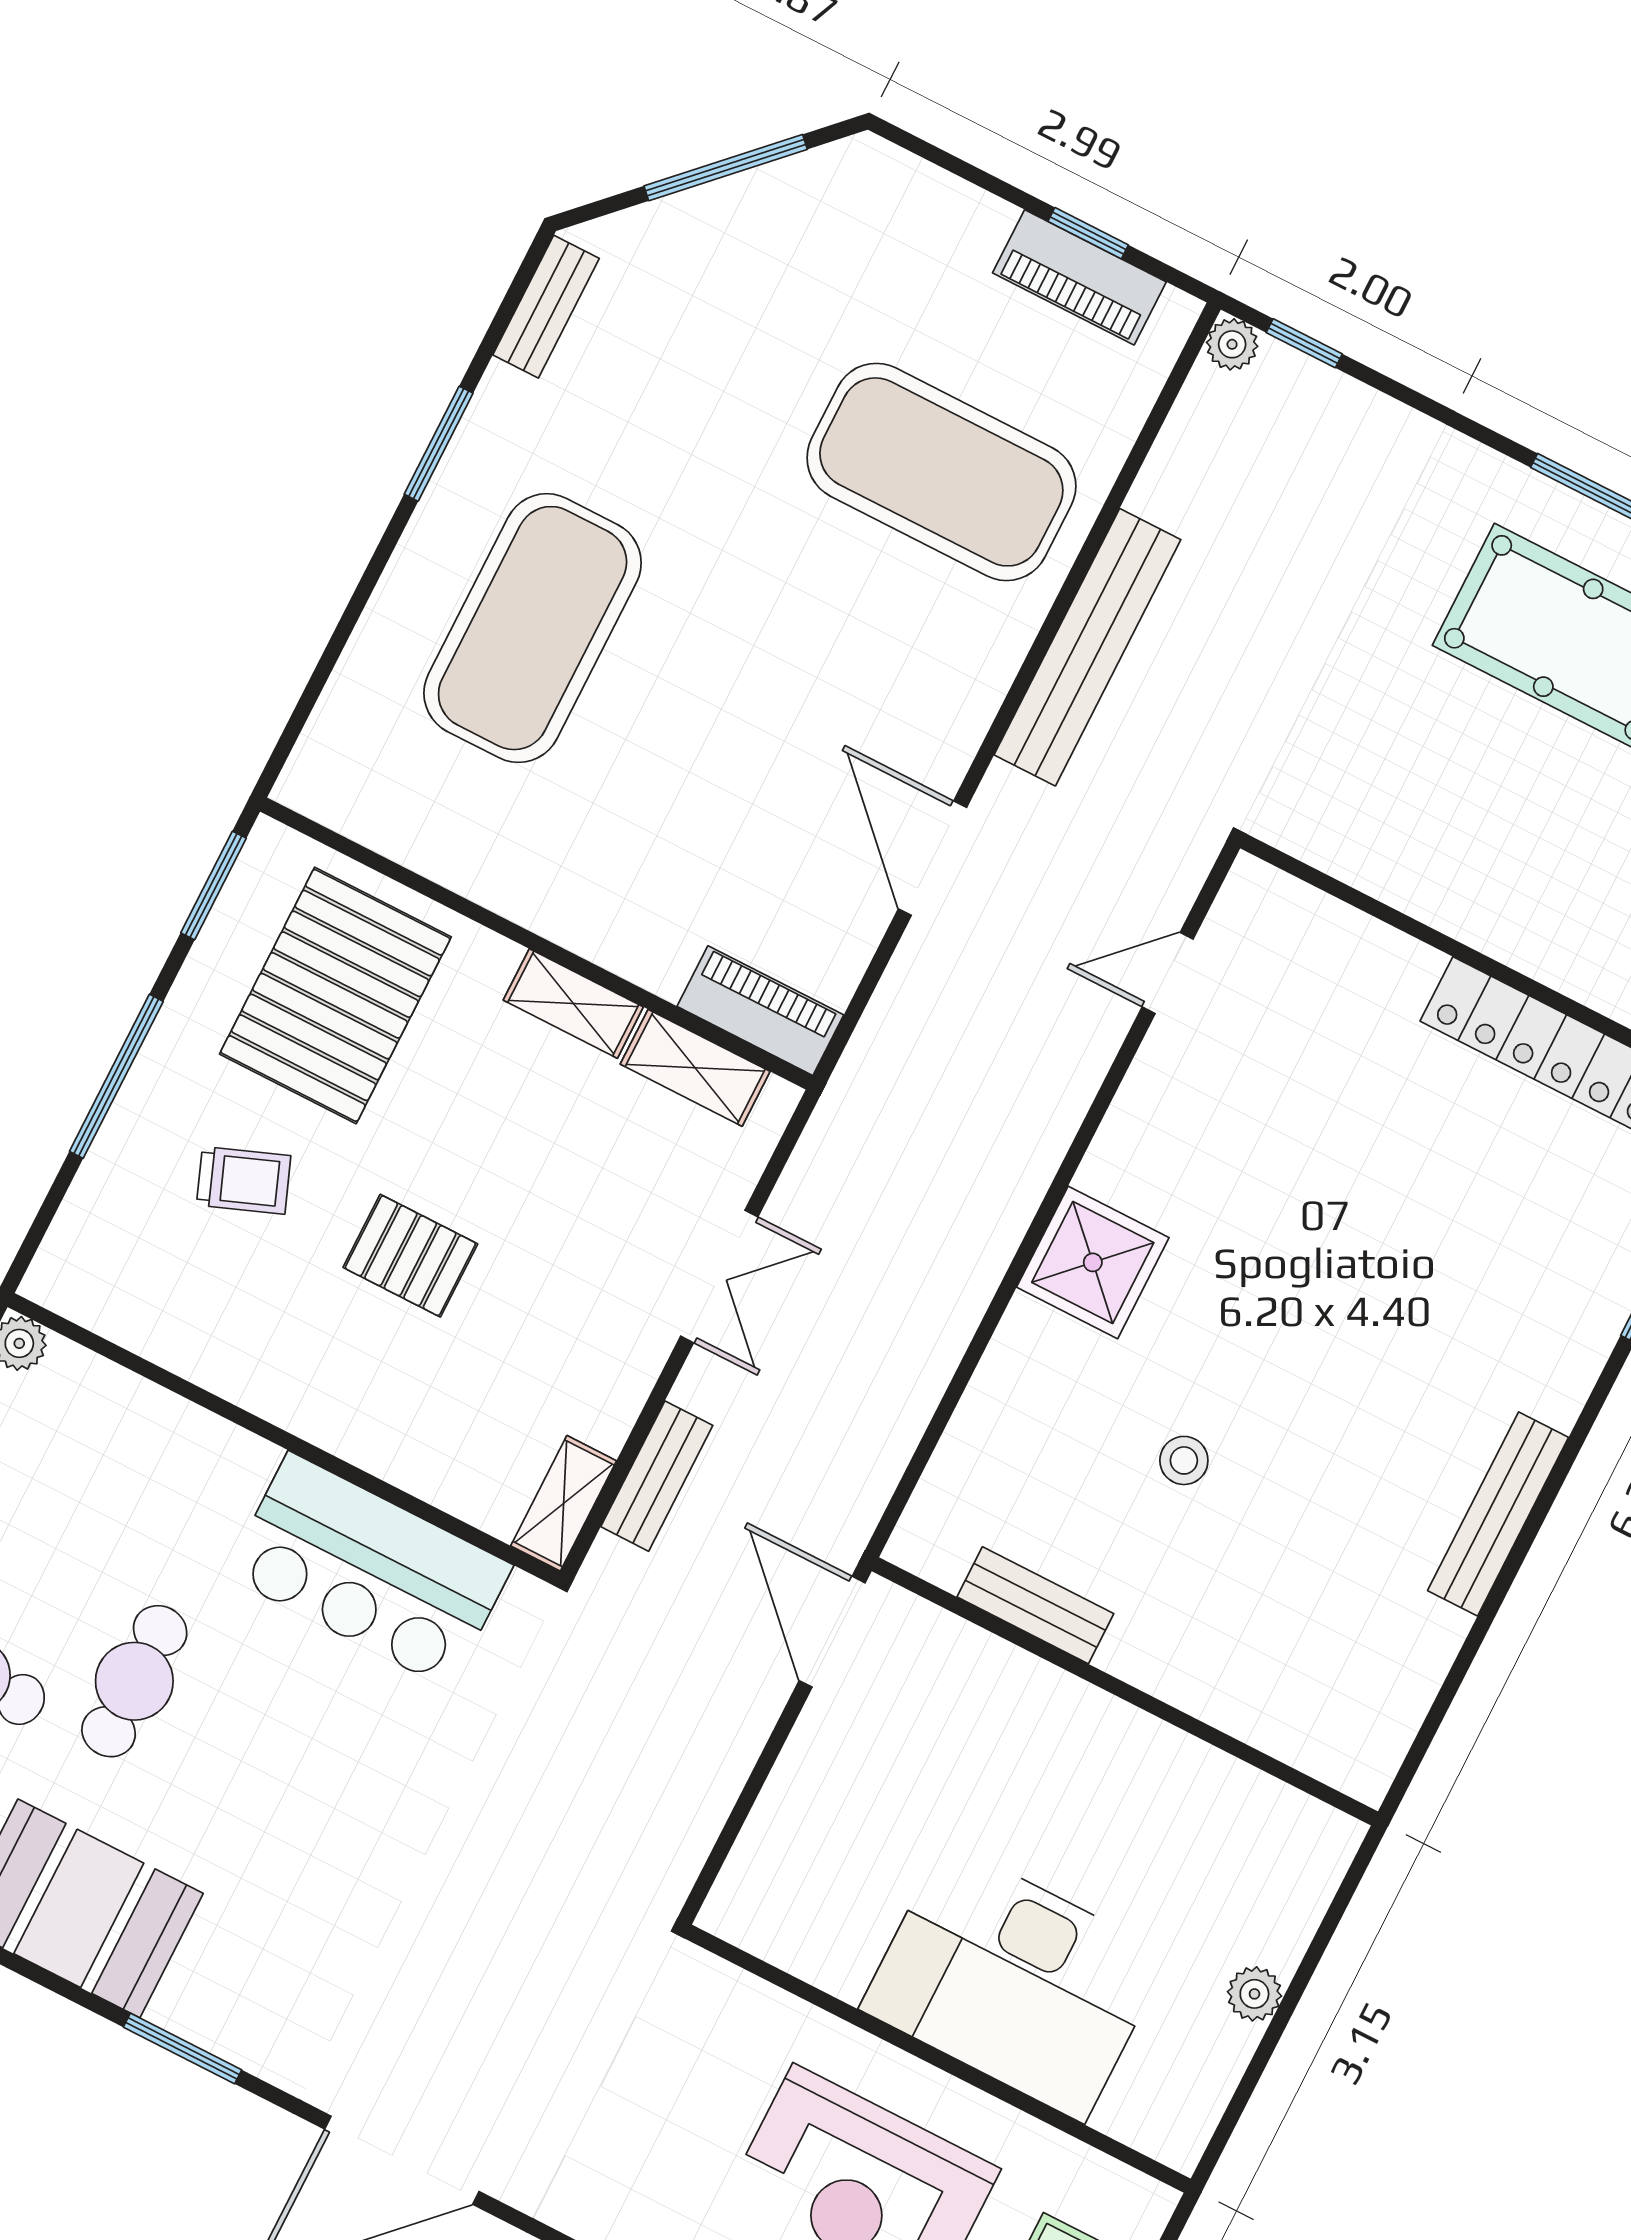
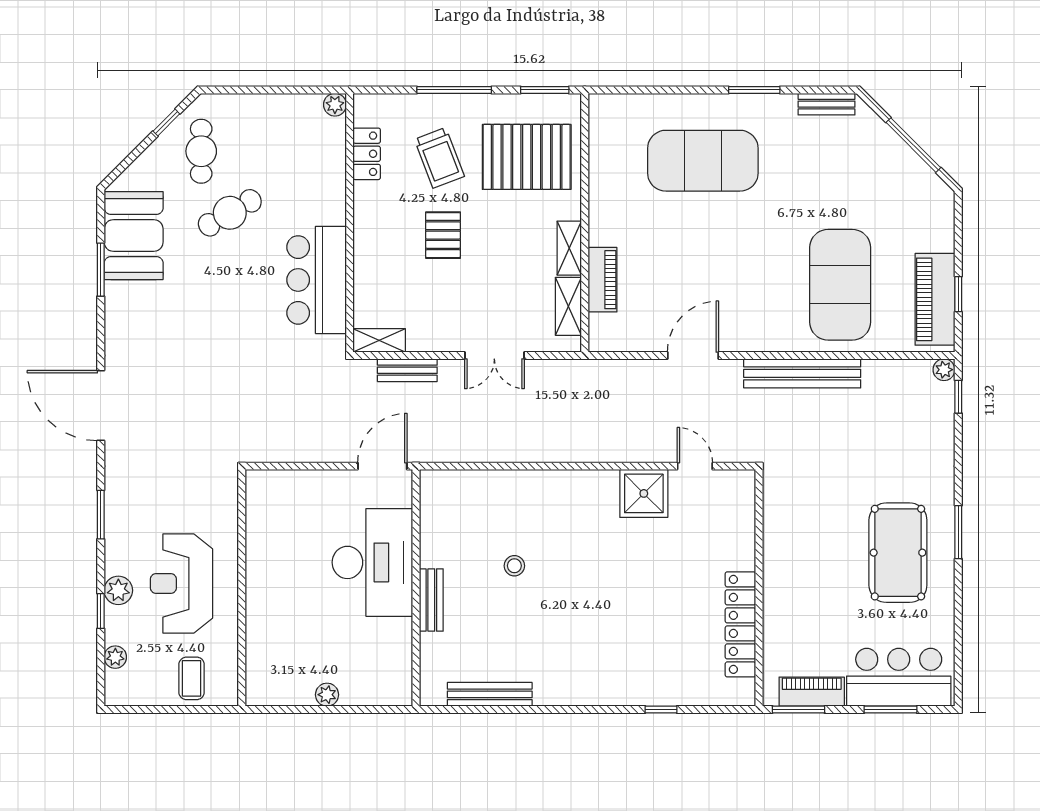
piano: (1079, 277) -> (935, 299), width x1.37, depth x1.33
piano: (760, 1011) -> (603, 280), moved
trolley: (244, 1180) -> (439, 158), width x1.36, depth x1.39
shower: (1093, 1262) -> (644, 493), moved
locker: (157, 1329) -> (367, 154), added
bench: (1498, 1514) -> (490, 694), moved
bench: (1035, 1605) -> (431, 600), moved
cafe table: (134, 1681) -> (230, 213), turned -30
desk: (1014, 1982) -> (372, 562), moved, turned 180
window: (182, 2048) -> (101, 270), moved

